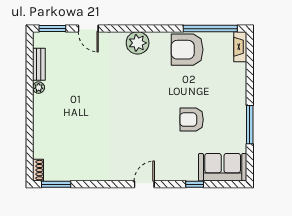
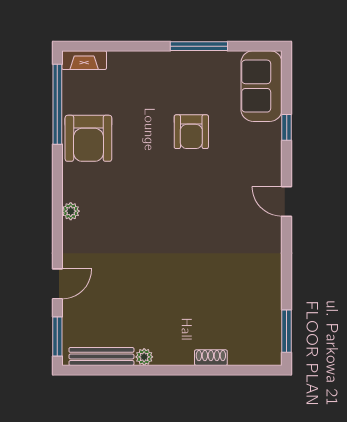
plant: (138, 43) -> (71, 211), width x0.53, depth x0.53
bench: (39, 64) -> (101, 356), width x1.36
shoe rack: (38, 170) -> (211, 358), moved

